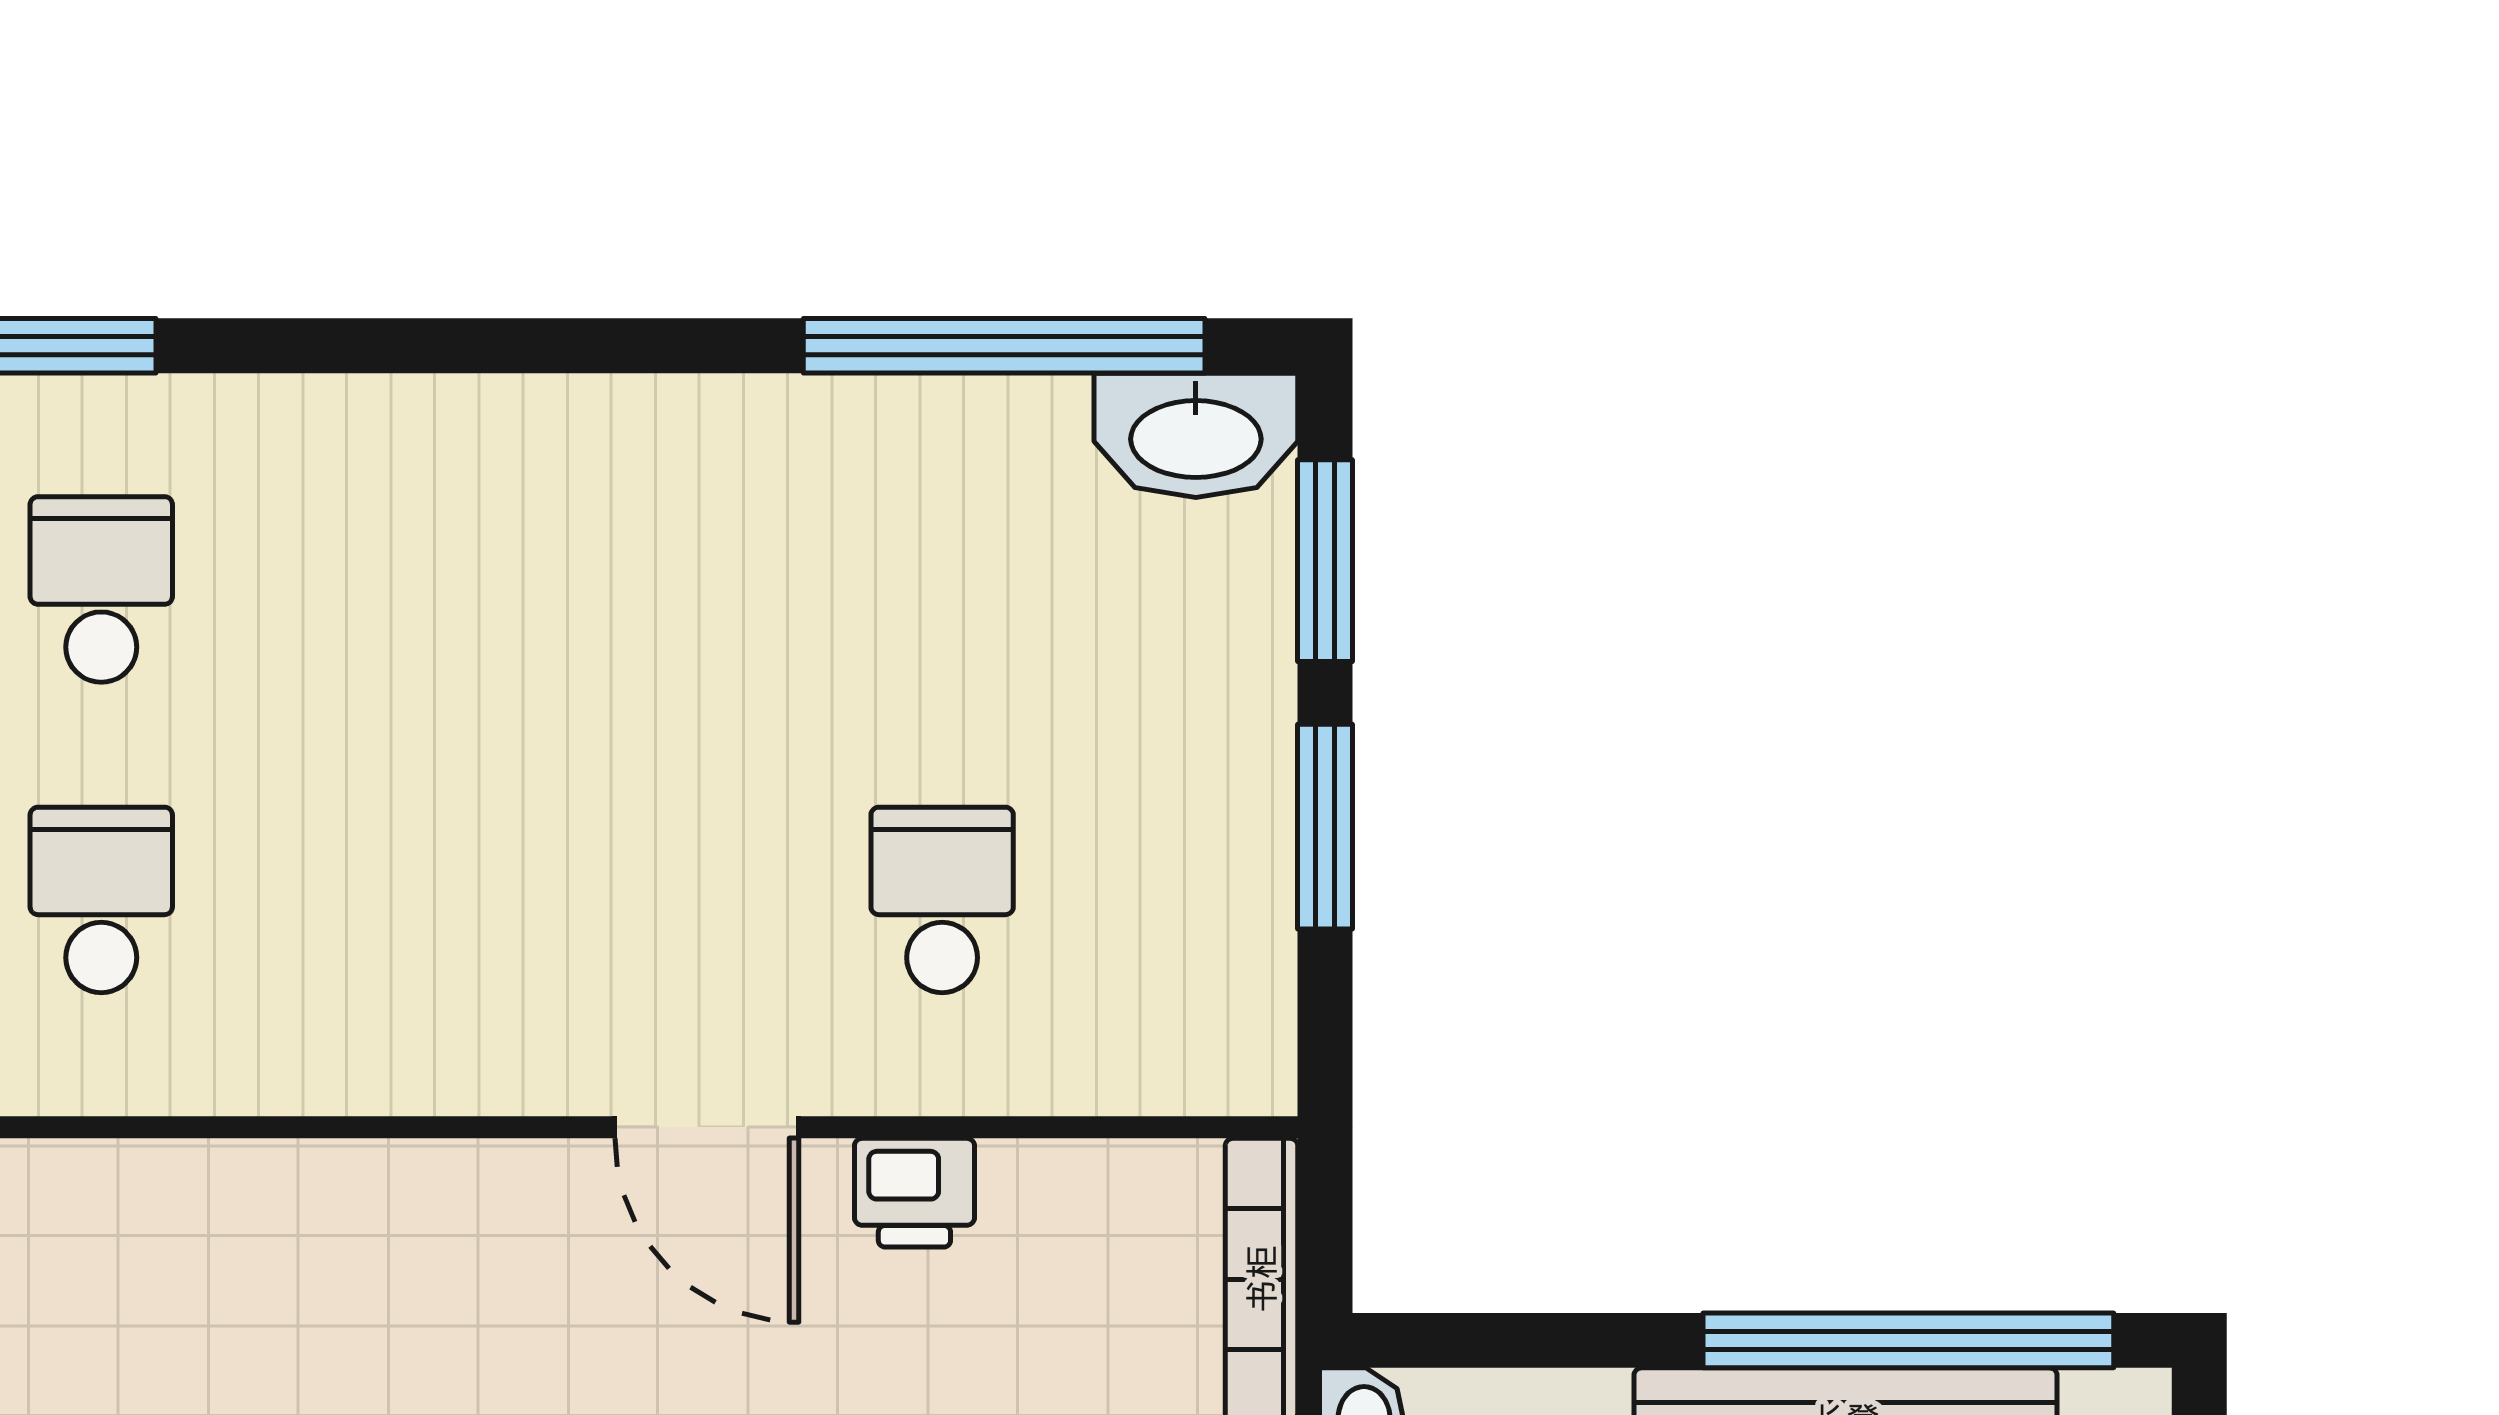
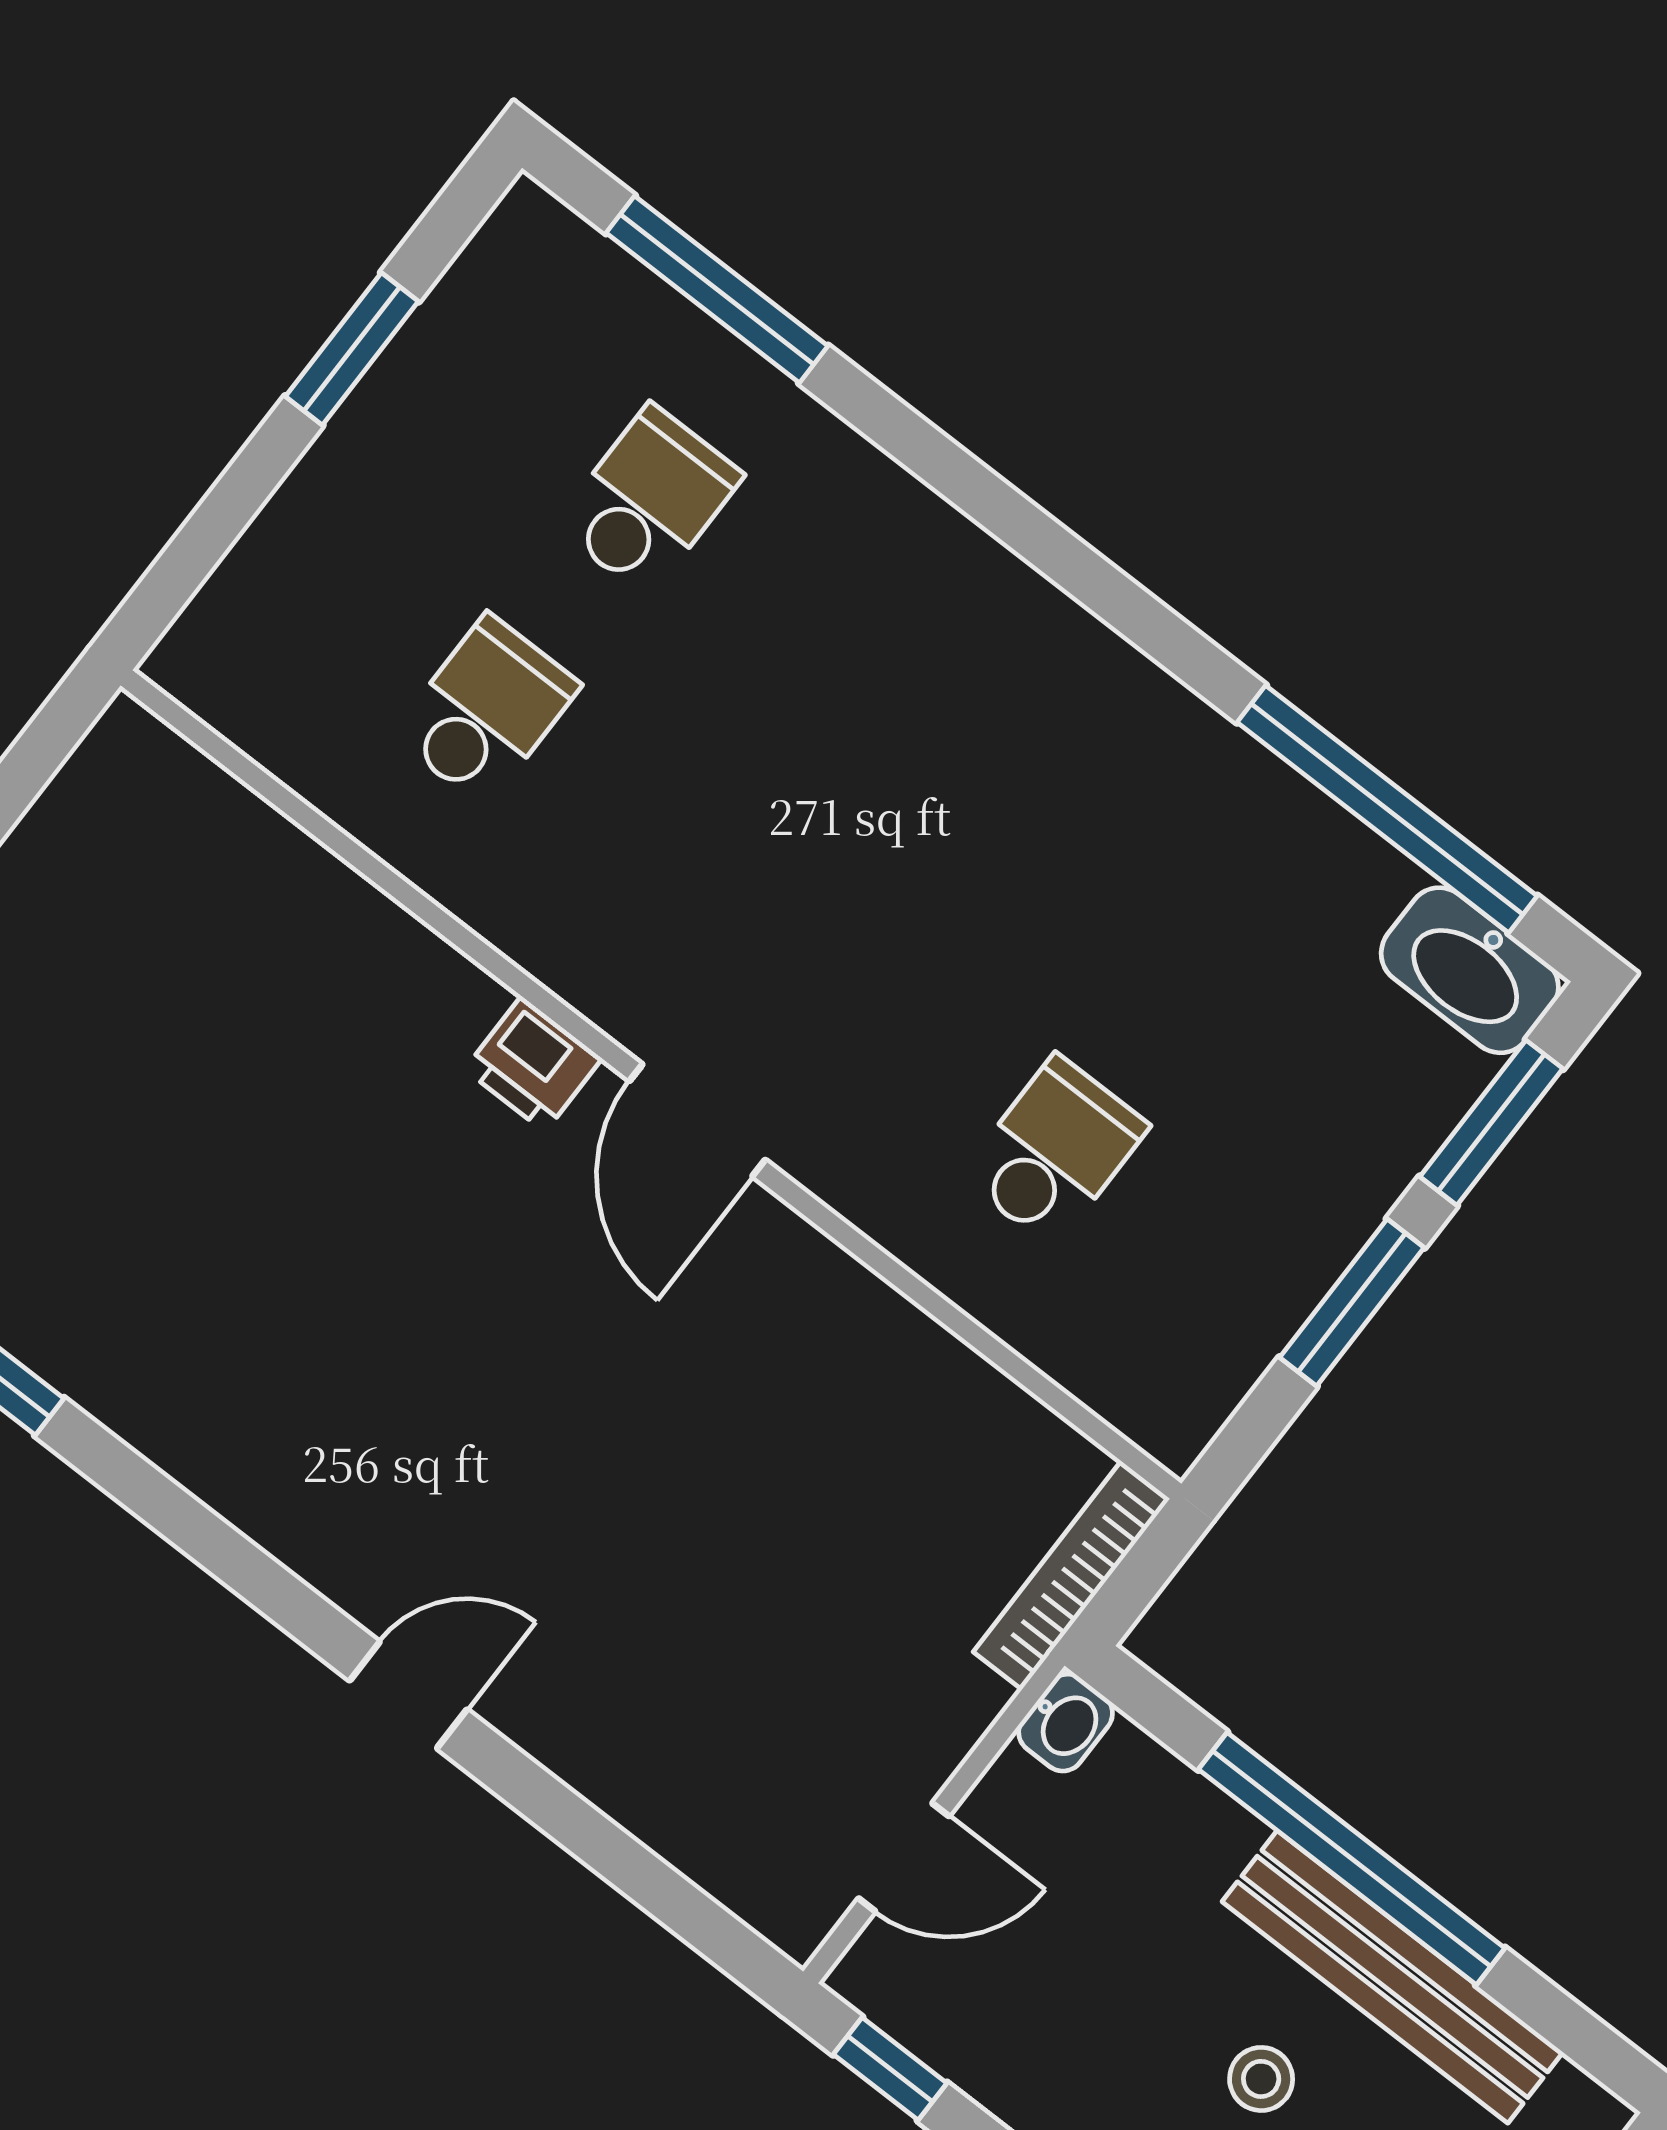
door: (707, 1127) -> (697, 1120), moved
printer: (914, 1193) -> (533, 1064), moved
window: (1908, 1340) -> (1352, 1859), moved

